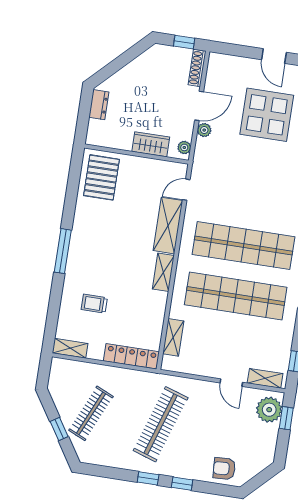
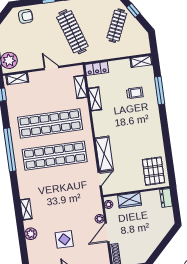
dresser: (99, 105) -> (166, 198), moved
display table: (267, 115) -> (64, 239), width x0.54, depth x0.54
window: (63, 251) -> (160, 91), moved
shelving: (163, 272) -> (95, 99), moved
locker: (131, 356) -> (97, 69), width x0.66
door: (231, 383) -> (51, 68), moved
clothes rail: (161, 424) -> (72, 32), turned -36

